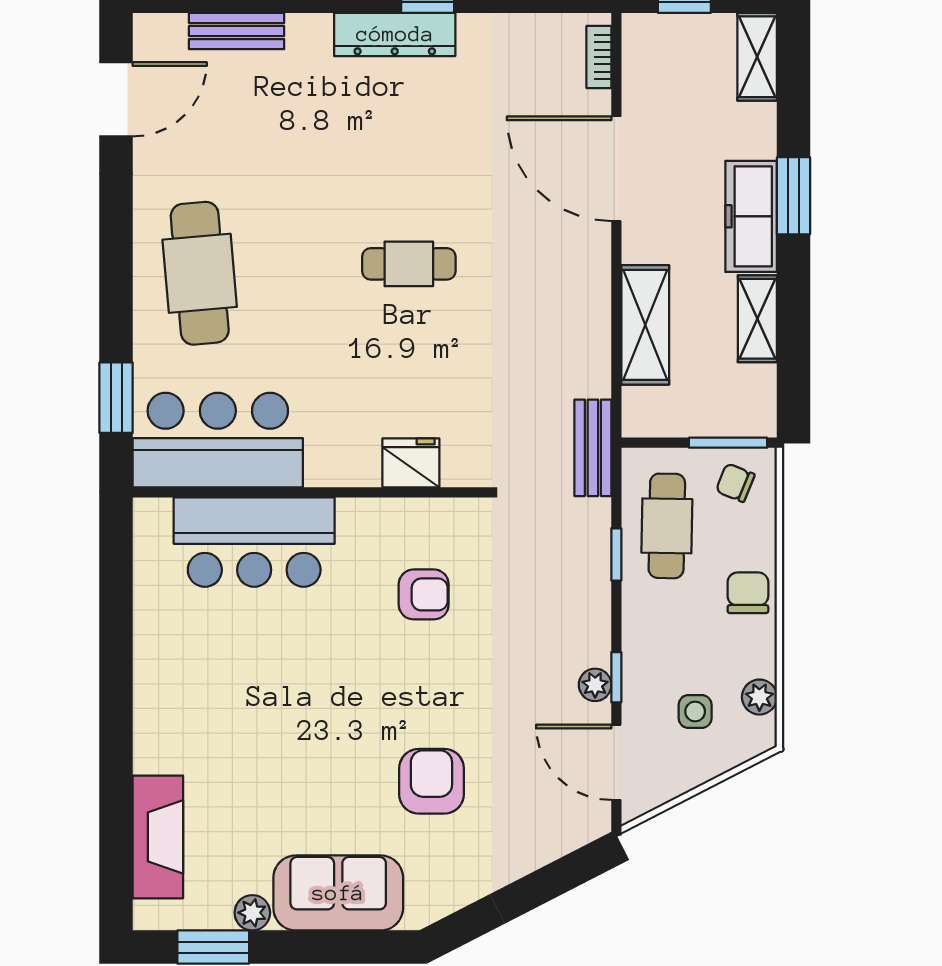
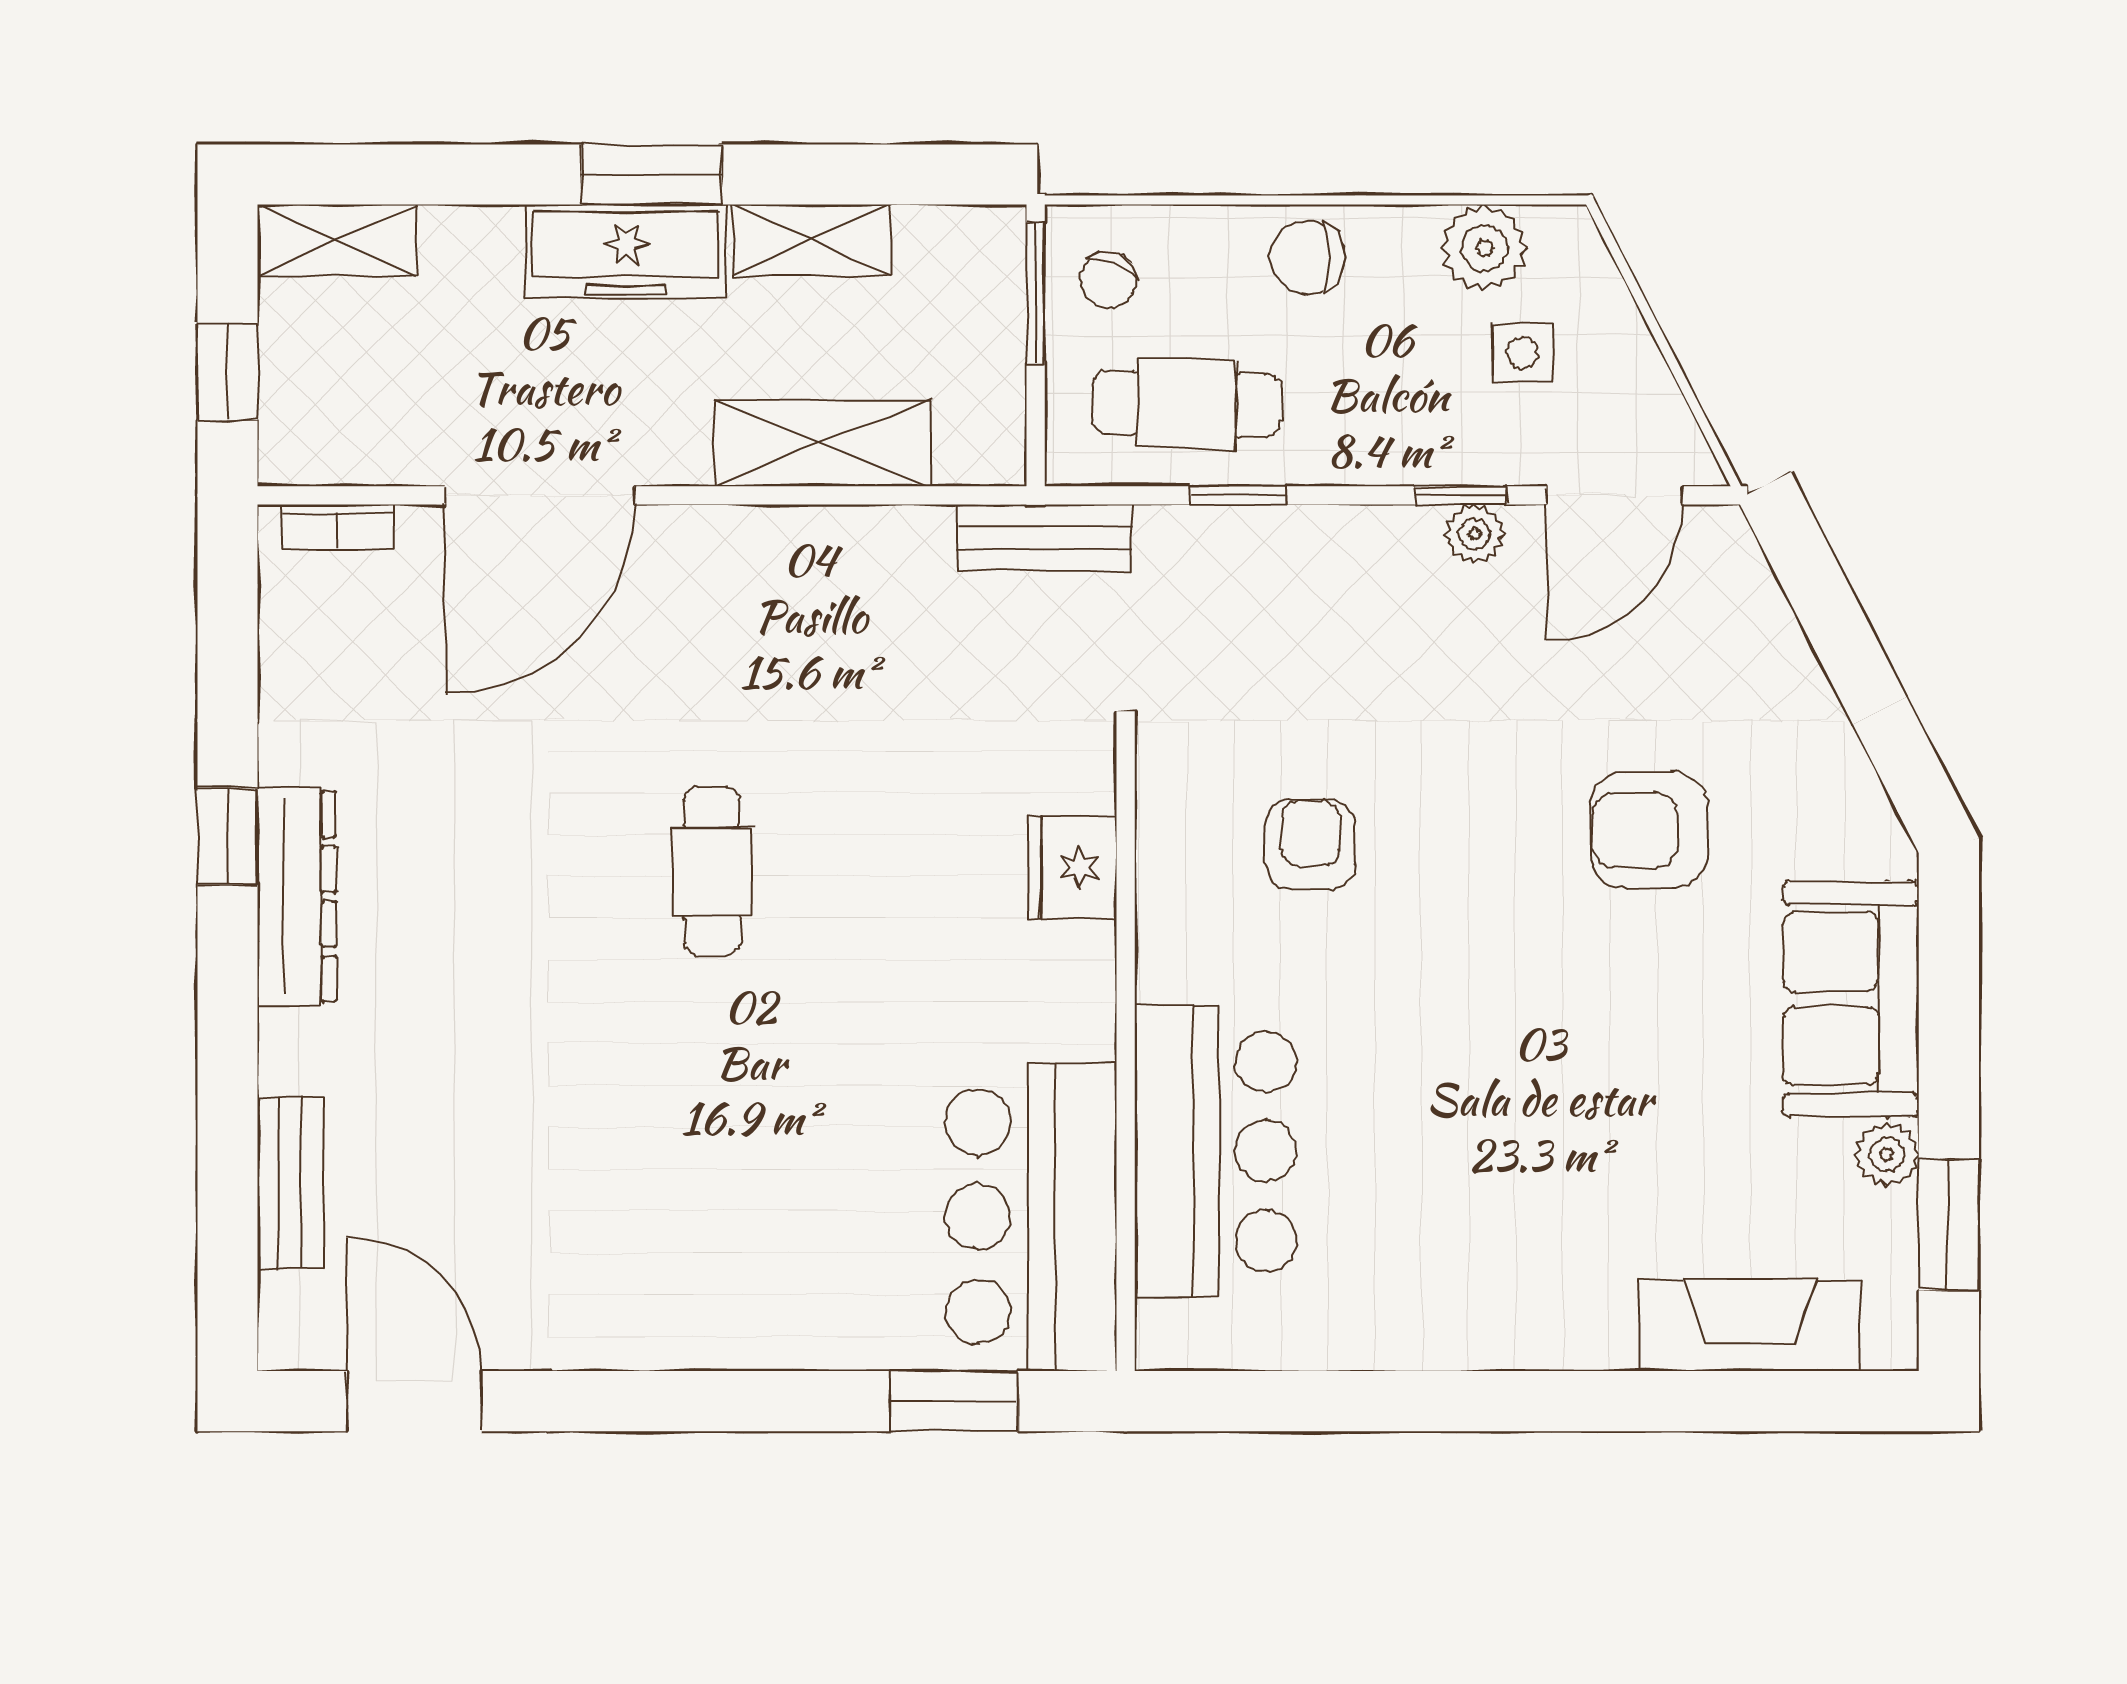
window: (794, 196) -> (651, 175), moved
cafe table: (200, 273) -> (729, 1250), removed
plant: (759, 697) -> (1484, 248), width x1.38, depth x1.38

